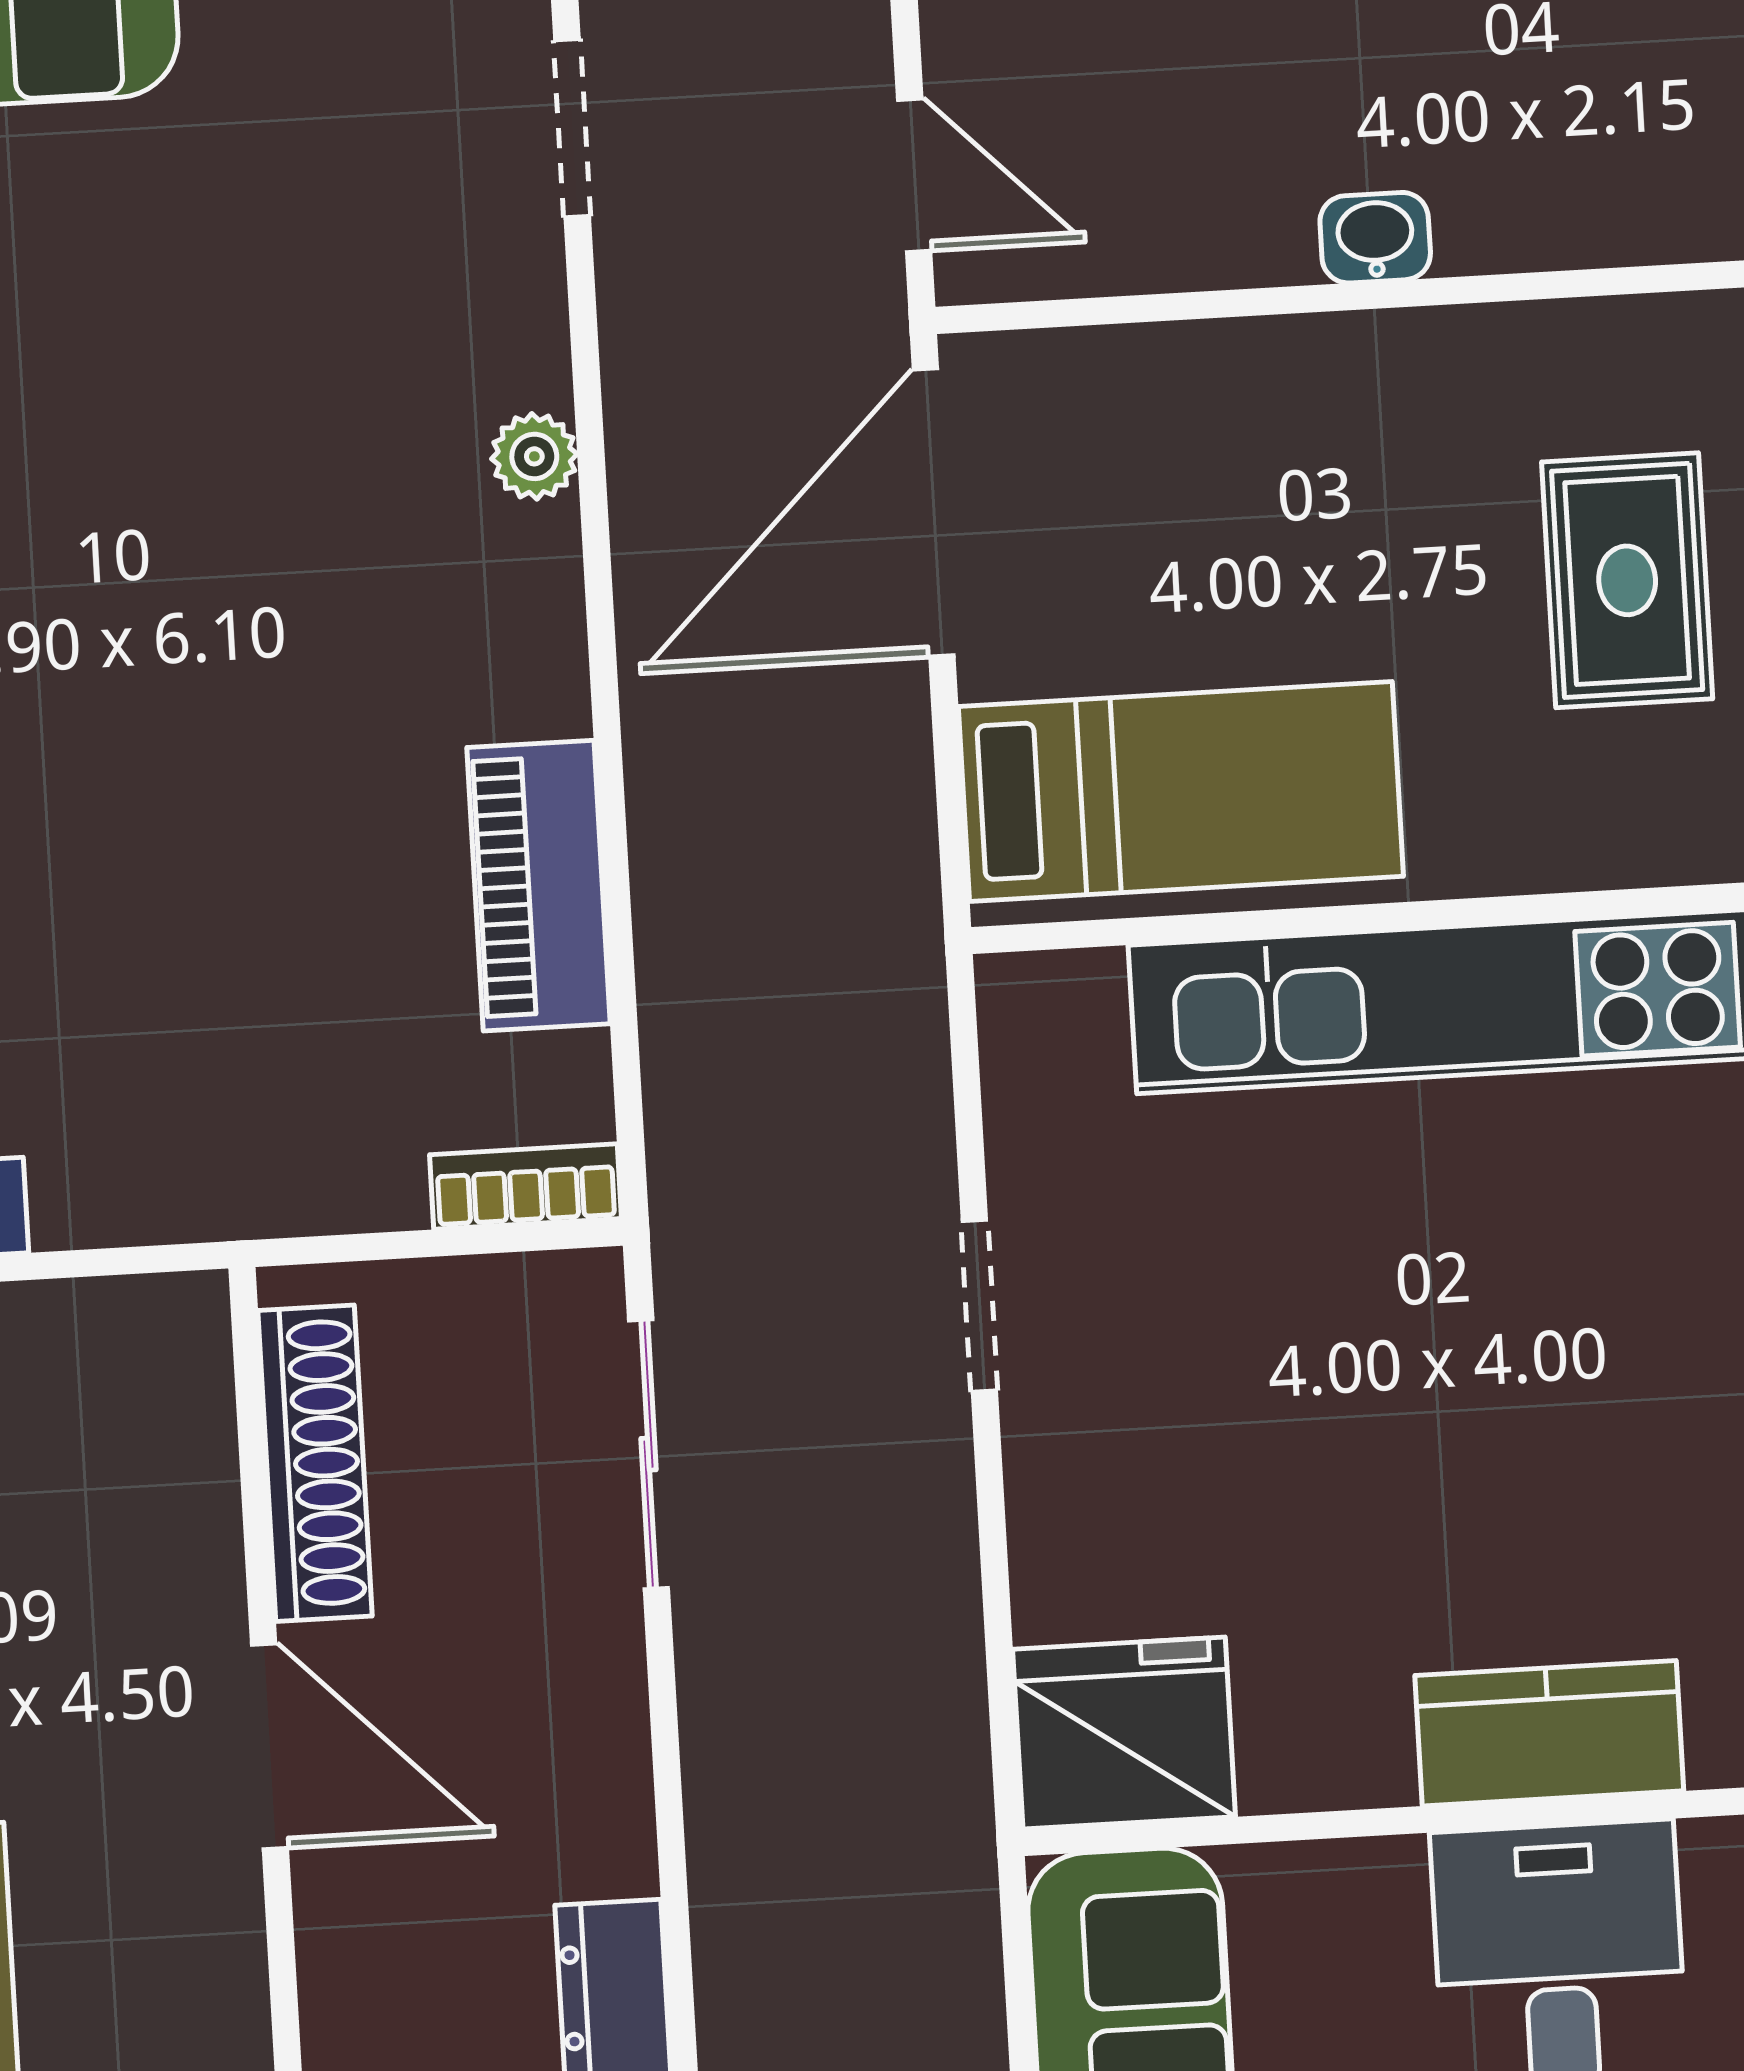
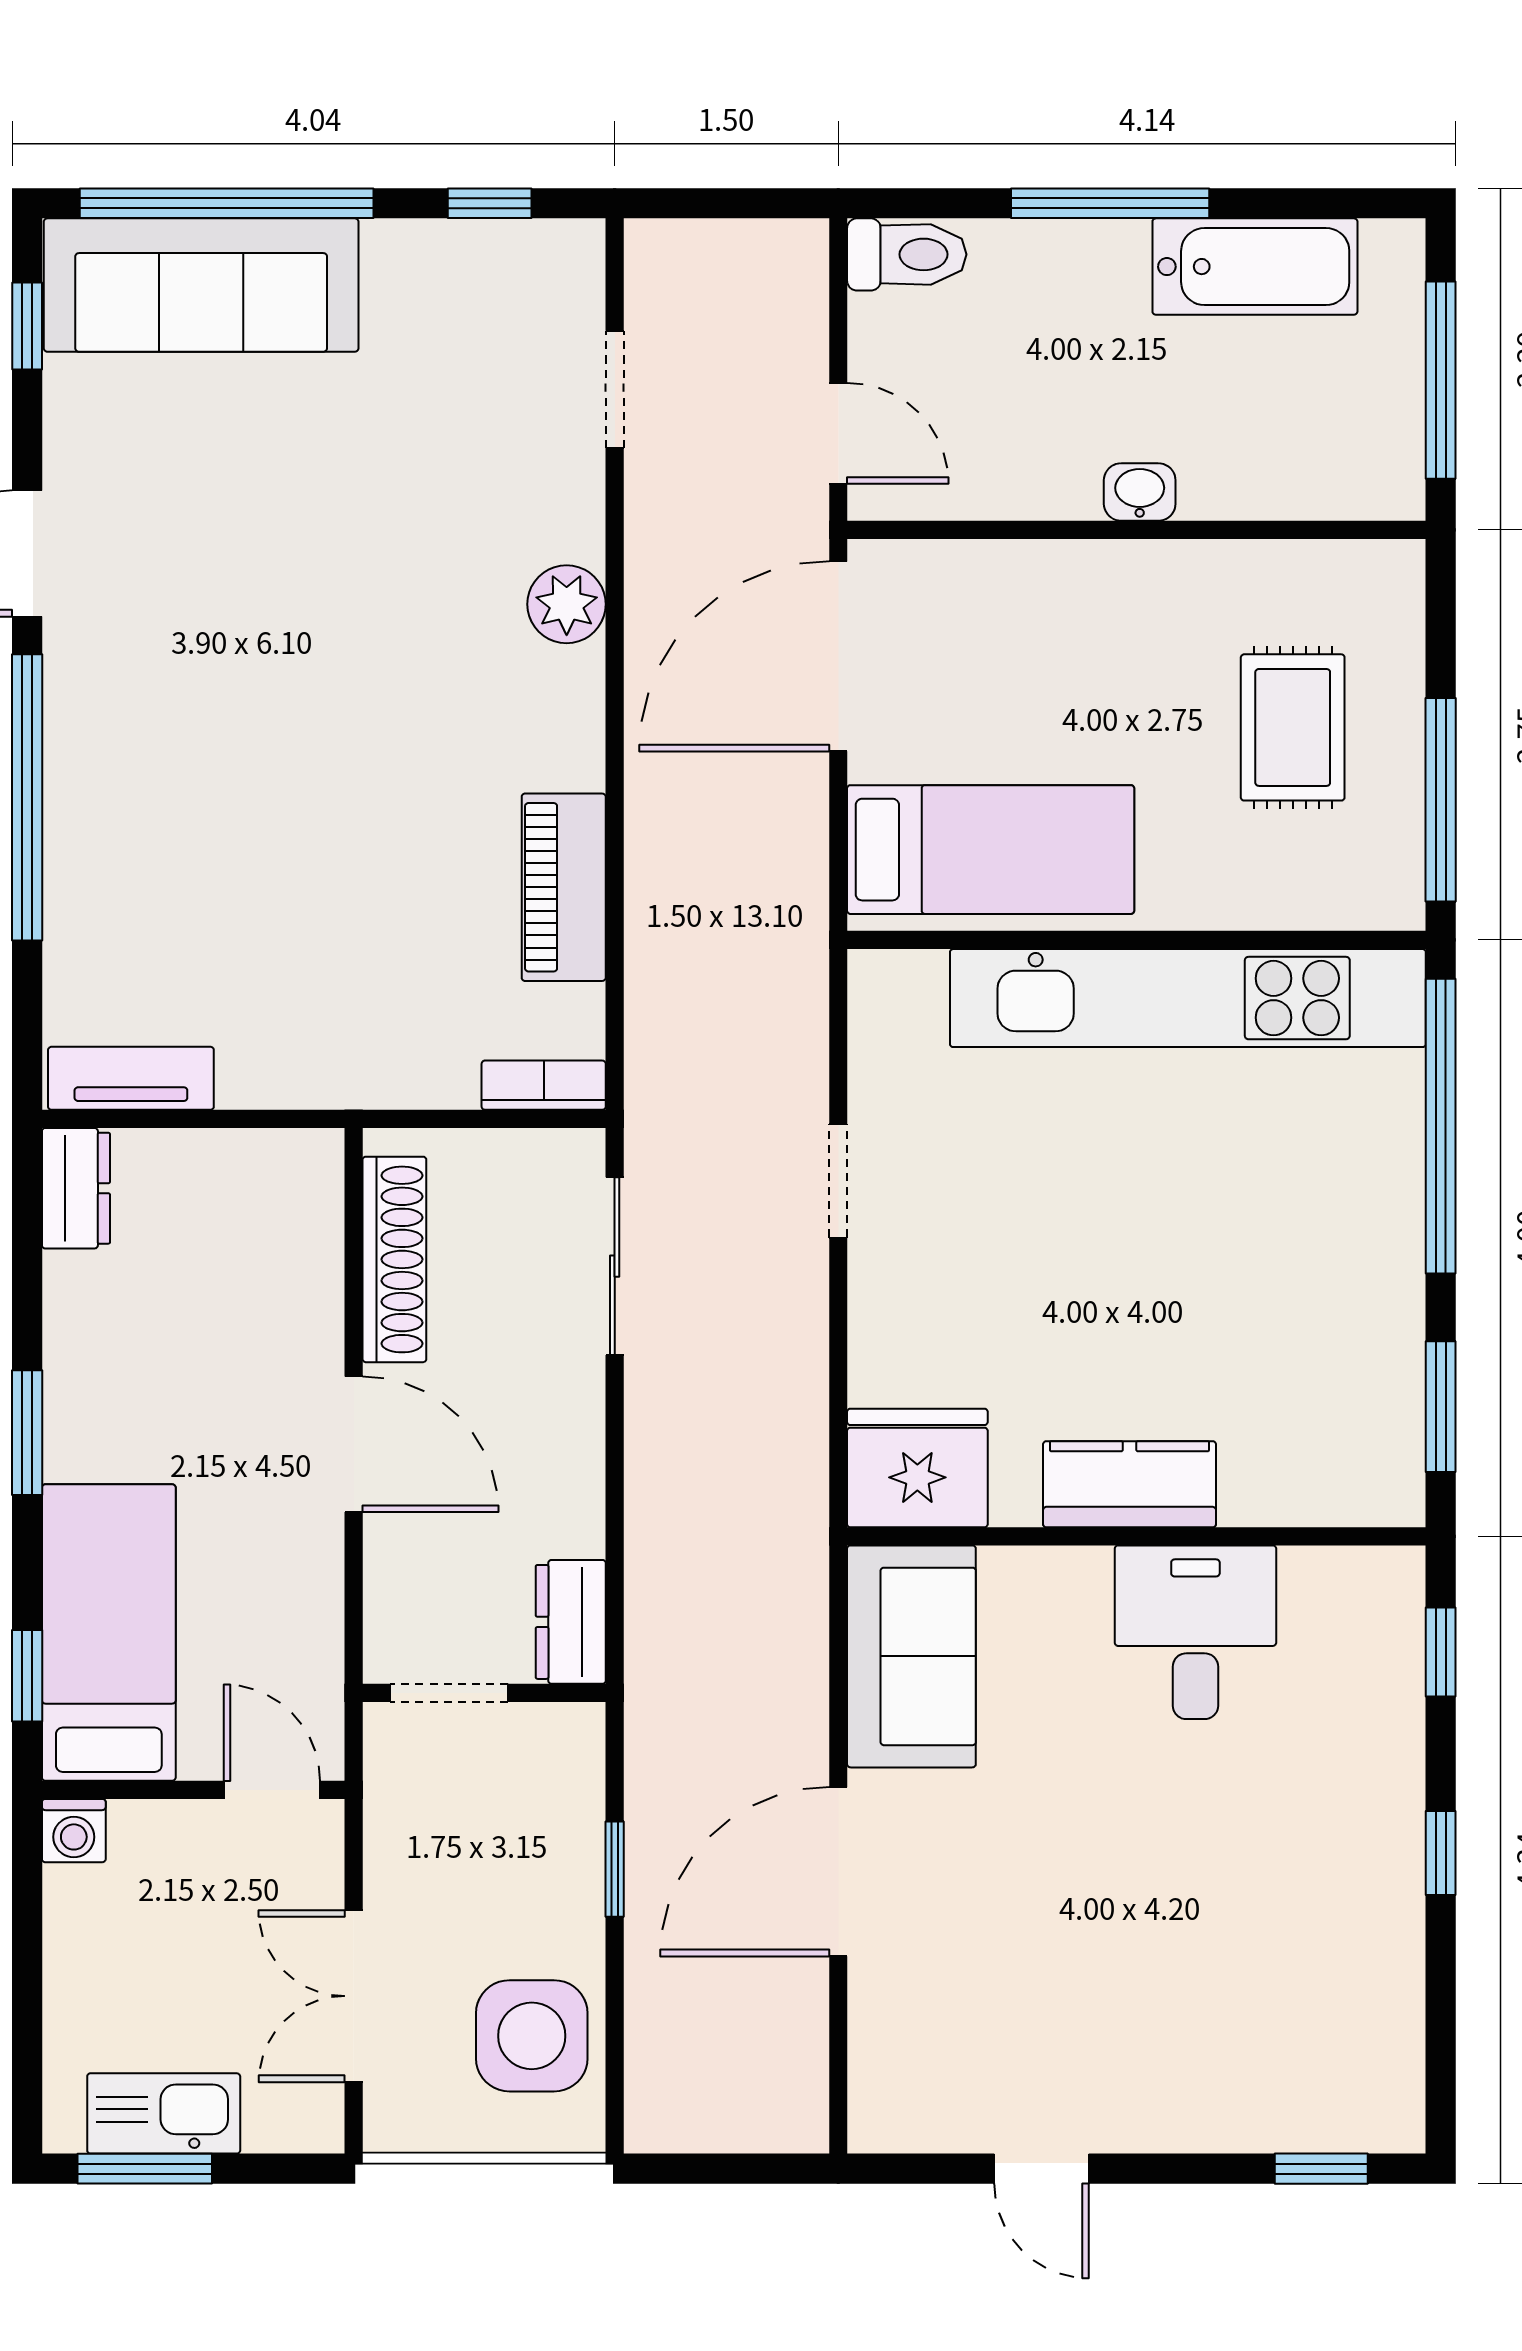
plant: (534, 456) -> (567, 604), width x1.38, depth x1.38
kitchen counter: (1549, 1733) -> (1130, 1484), moved

